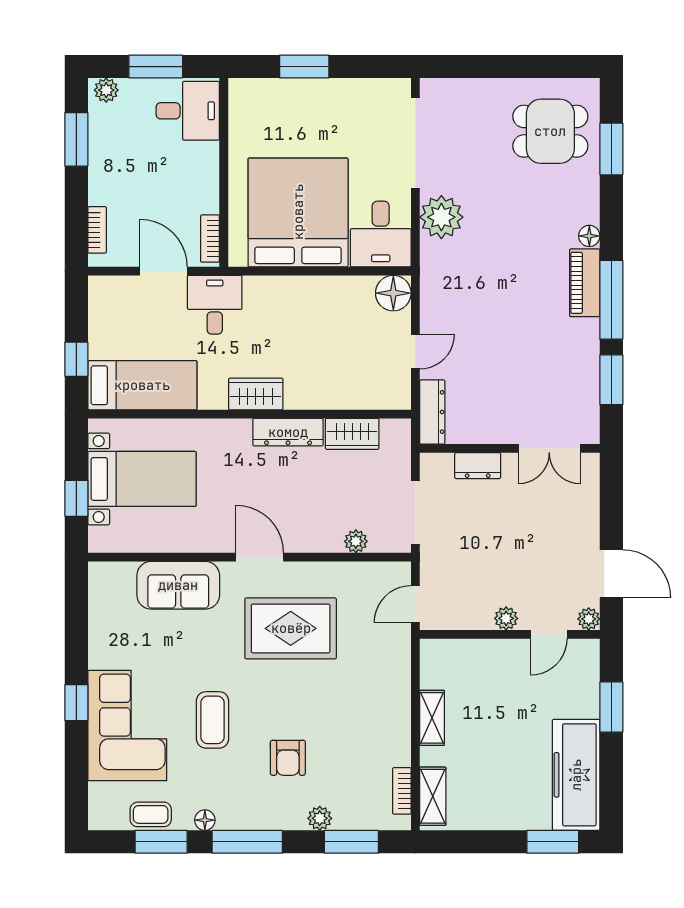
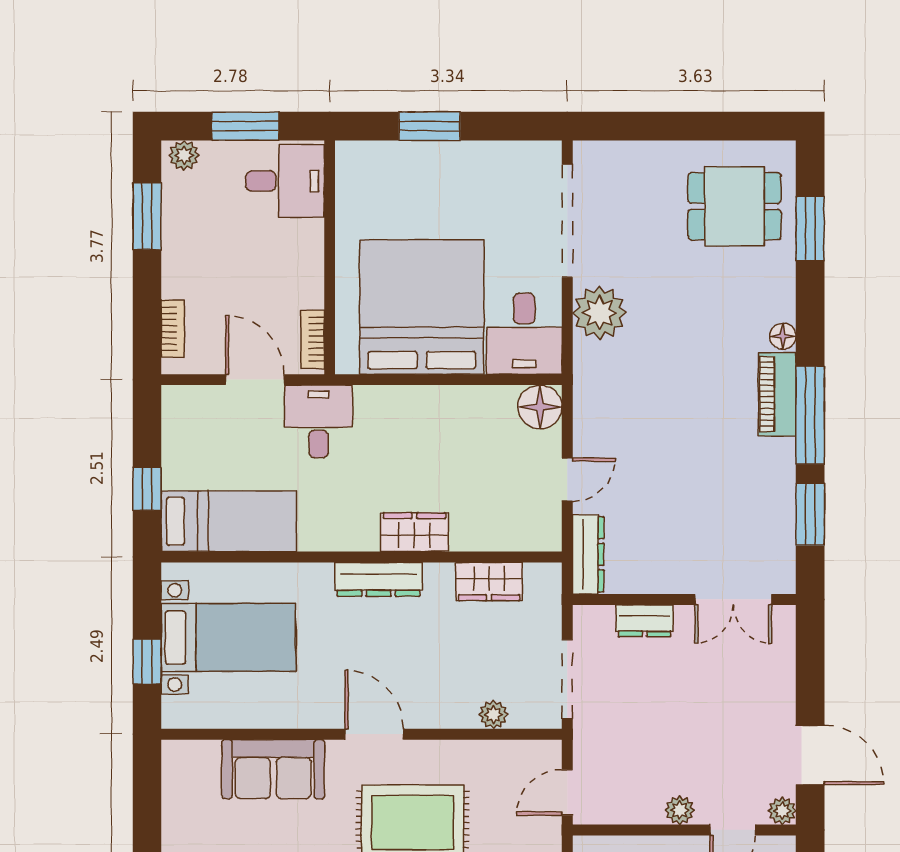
wardrobe: (256, 394) -> (414, 532), moved
dresser: (288, 432) -> (379, 579), moved

